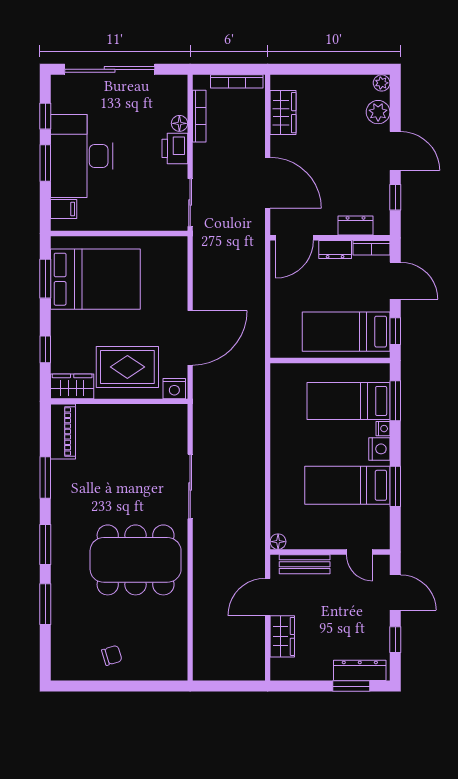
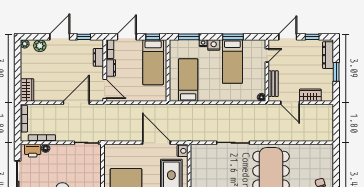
wardrobe: (283, 113) -> (27, 90), moved, turned 90
printer: (175, 148) -> (33, 151), moved
bed: (348, 401) -> (188, 80), moved, turned 180
window: (351, 686) -> (336, 72), moved

